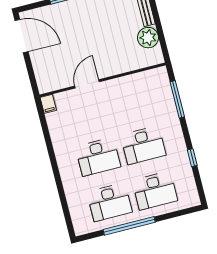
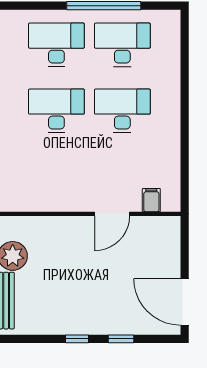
filing cabinet: (48, 104) -> (151, 200), moved

